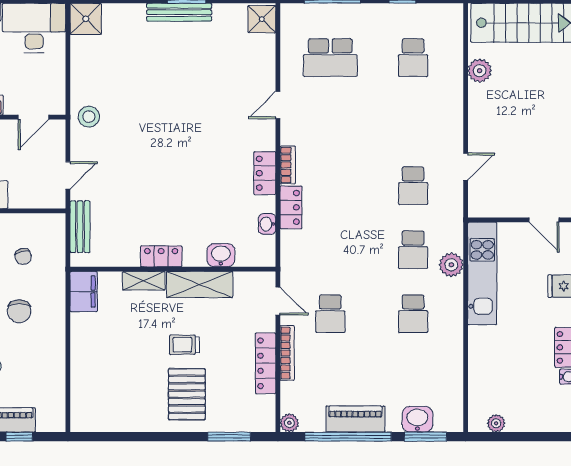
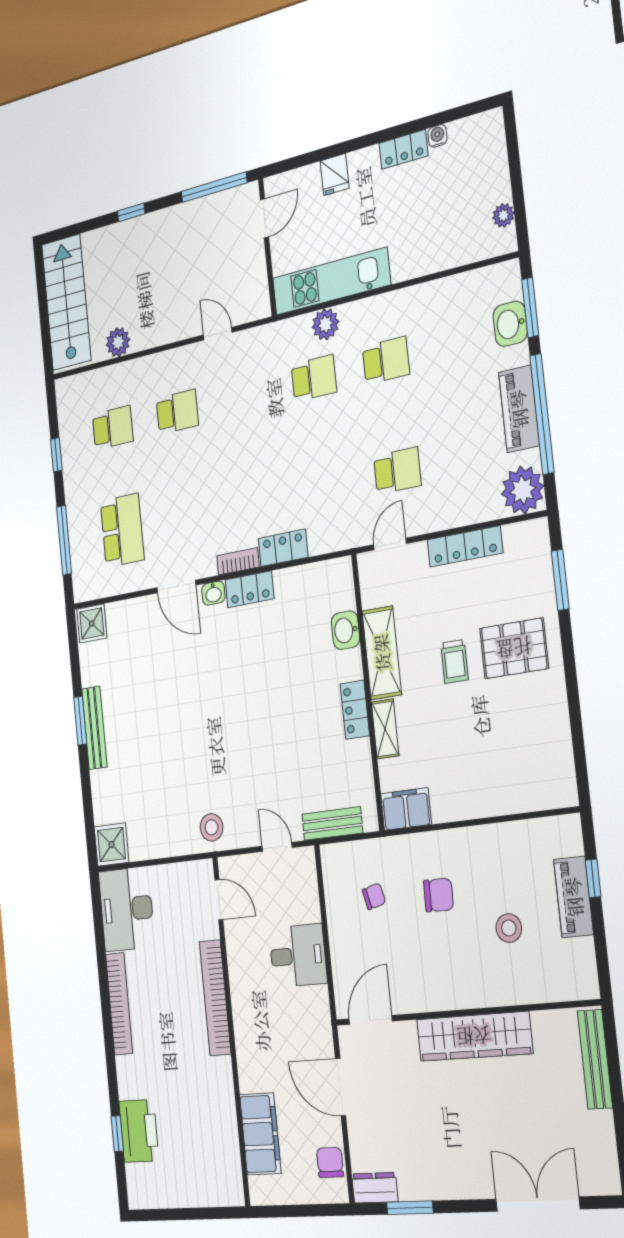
door: (278, 105) -> (176, 586), width x1.38
school desk: (413, 186) -> (177, 412), moved
washbasin: (267, 224) -> (213, 593), moved
bookcase: (287, 353) -> (449, 519), removed
plant: (289, 423) -> (523, 490), width x1.87, depth x1.87

